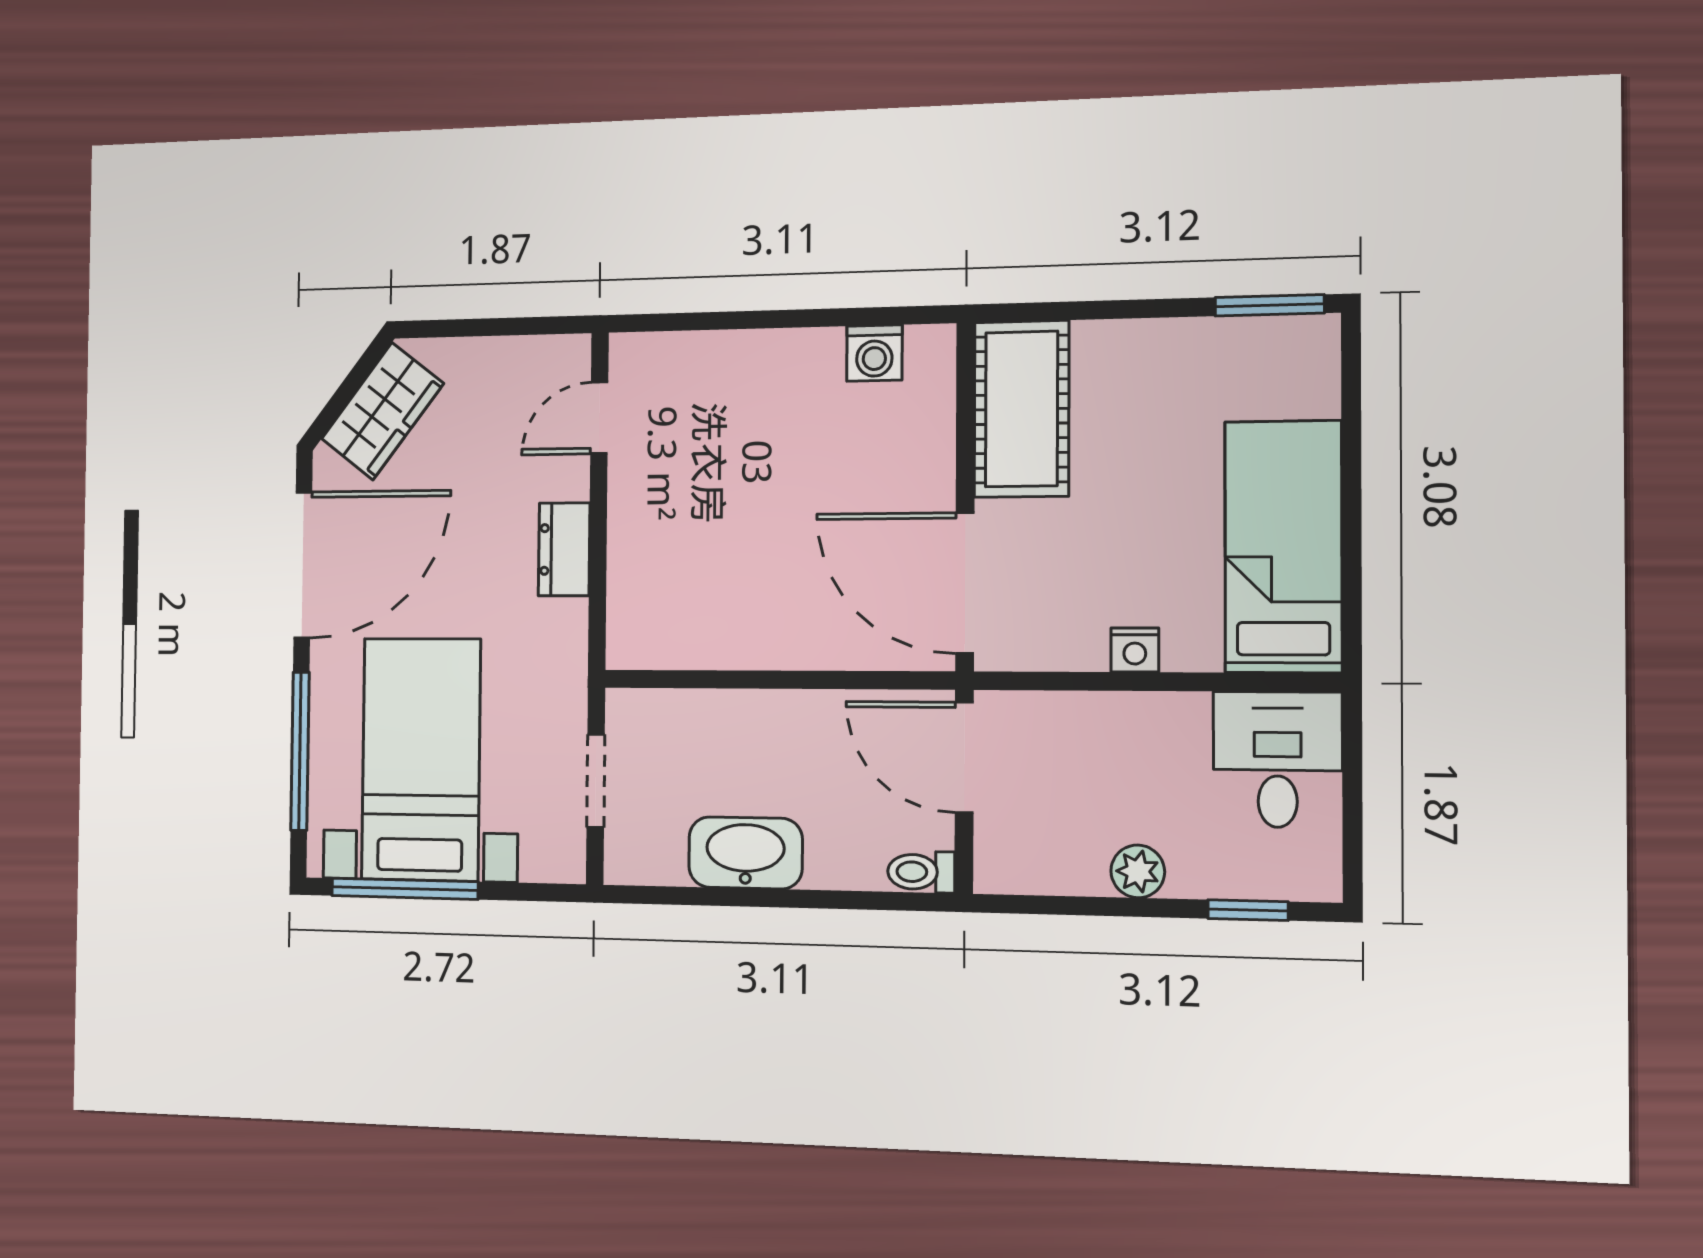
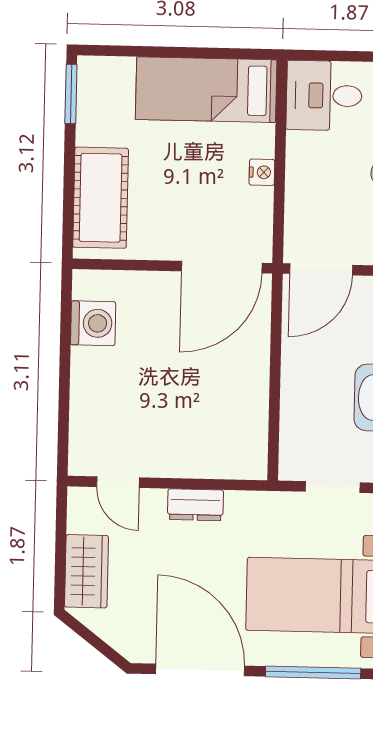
washing machine: (874, 353) -> (93, 323), width x1.38, depth x1.38
cot: (1021, 409) -> (101, 198), moved, turned 90
wardrobe: (382, 411) -> (86, 571), moved, turned 52

